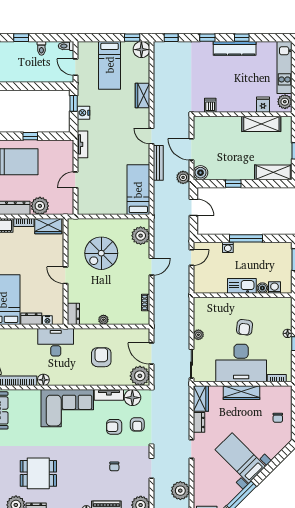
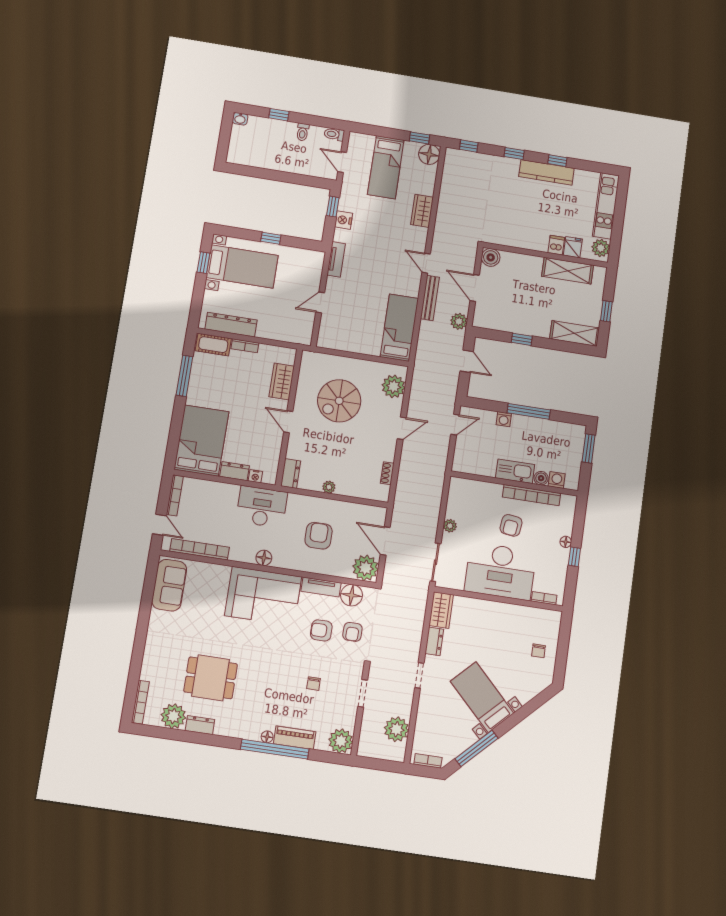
dishwasher: (210, 105) -> (556, 245), moved
boiler: (200, 173) -> (491, 257), moved
plant: (40, 206) -> (269, 328), removed
wardrobe: (48, 226) -> (282, 381), moved, turned 90
bookcase: (257, 302) -> (531, 495), added
floor lamp: (43, 380) -> (264, 558), moved
wardrobe: (242, 393) -> (496, 610), removed

